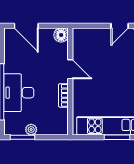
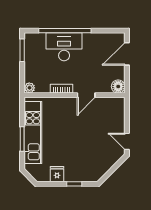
plant: (31, 130) -> (29, 88), moved

